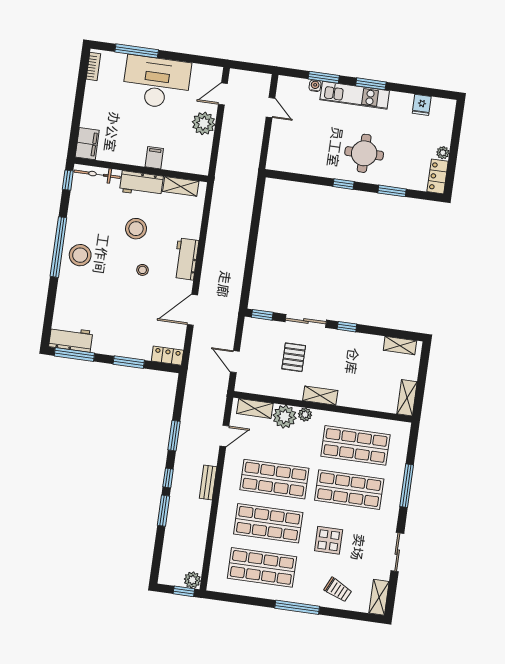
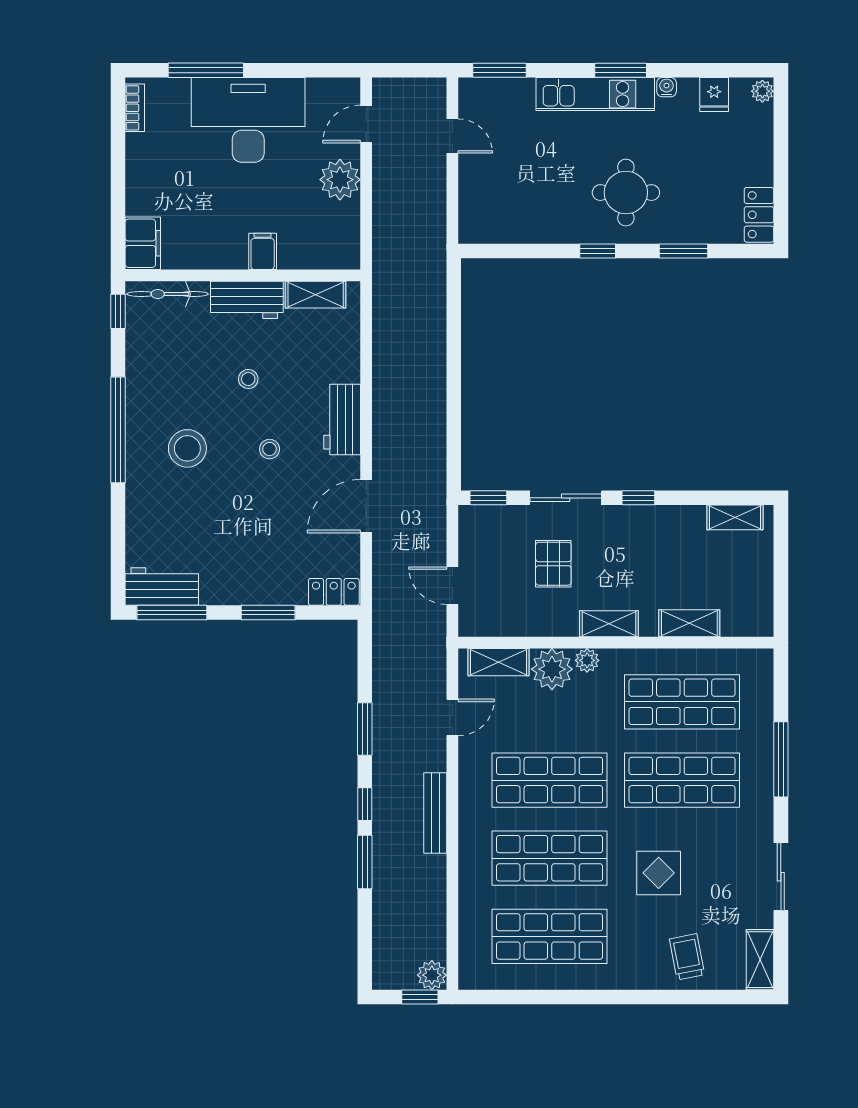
window: (324, 77) -> (499, 70), moved
water cooler: (315, 86) -> (667, 87), moved
plant: (443, 153) -> (762, 91), moved
stool: (136, 229) -> (248, 379), width x0.53, depth x0.53
stool: (80, 255) -> (187, 448), moved
shelving: (407, 398) -> (689, 623), moved, turned 90
bench: (208, 483) -> (435, 813), width x1.36
trolley: (338, 590) -> (687, 957), turned -126
window: (297, 607) -> (620, 997), removed

